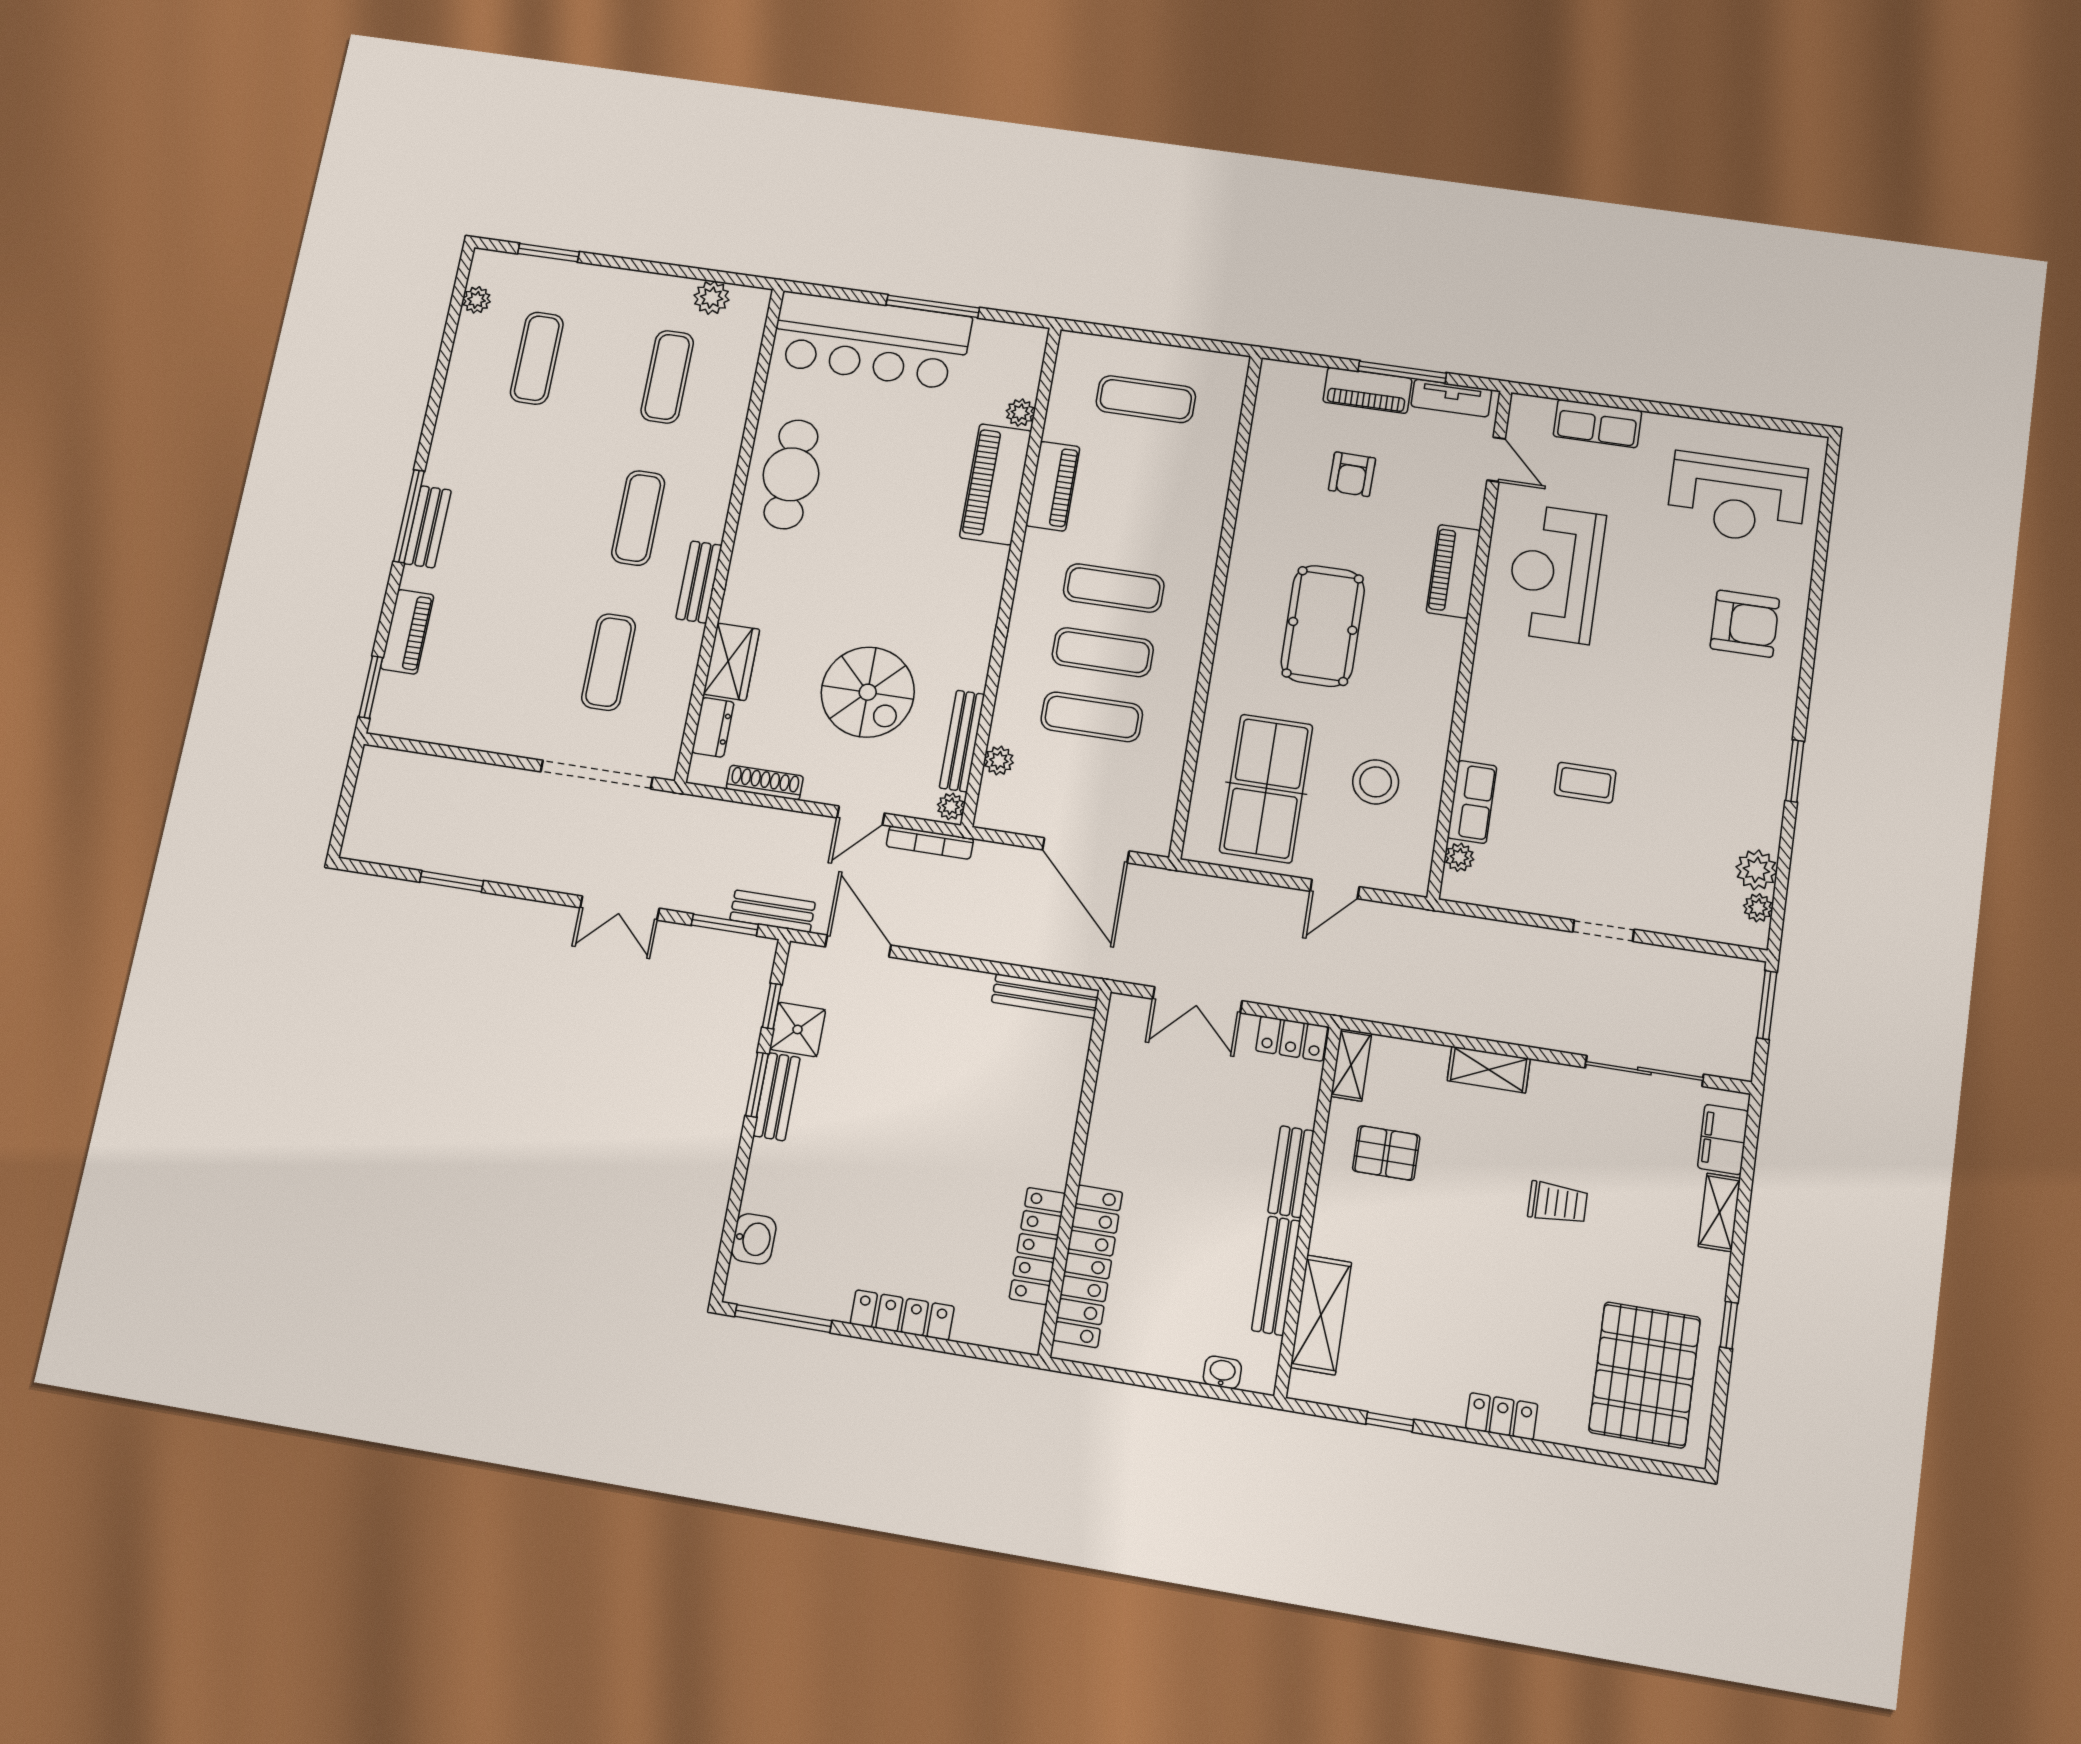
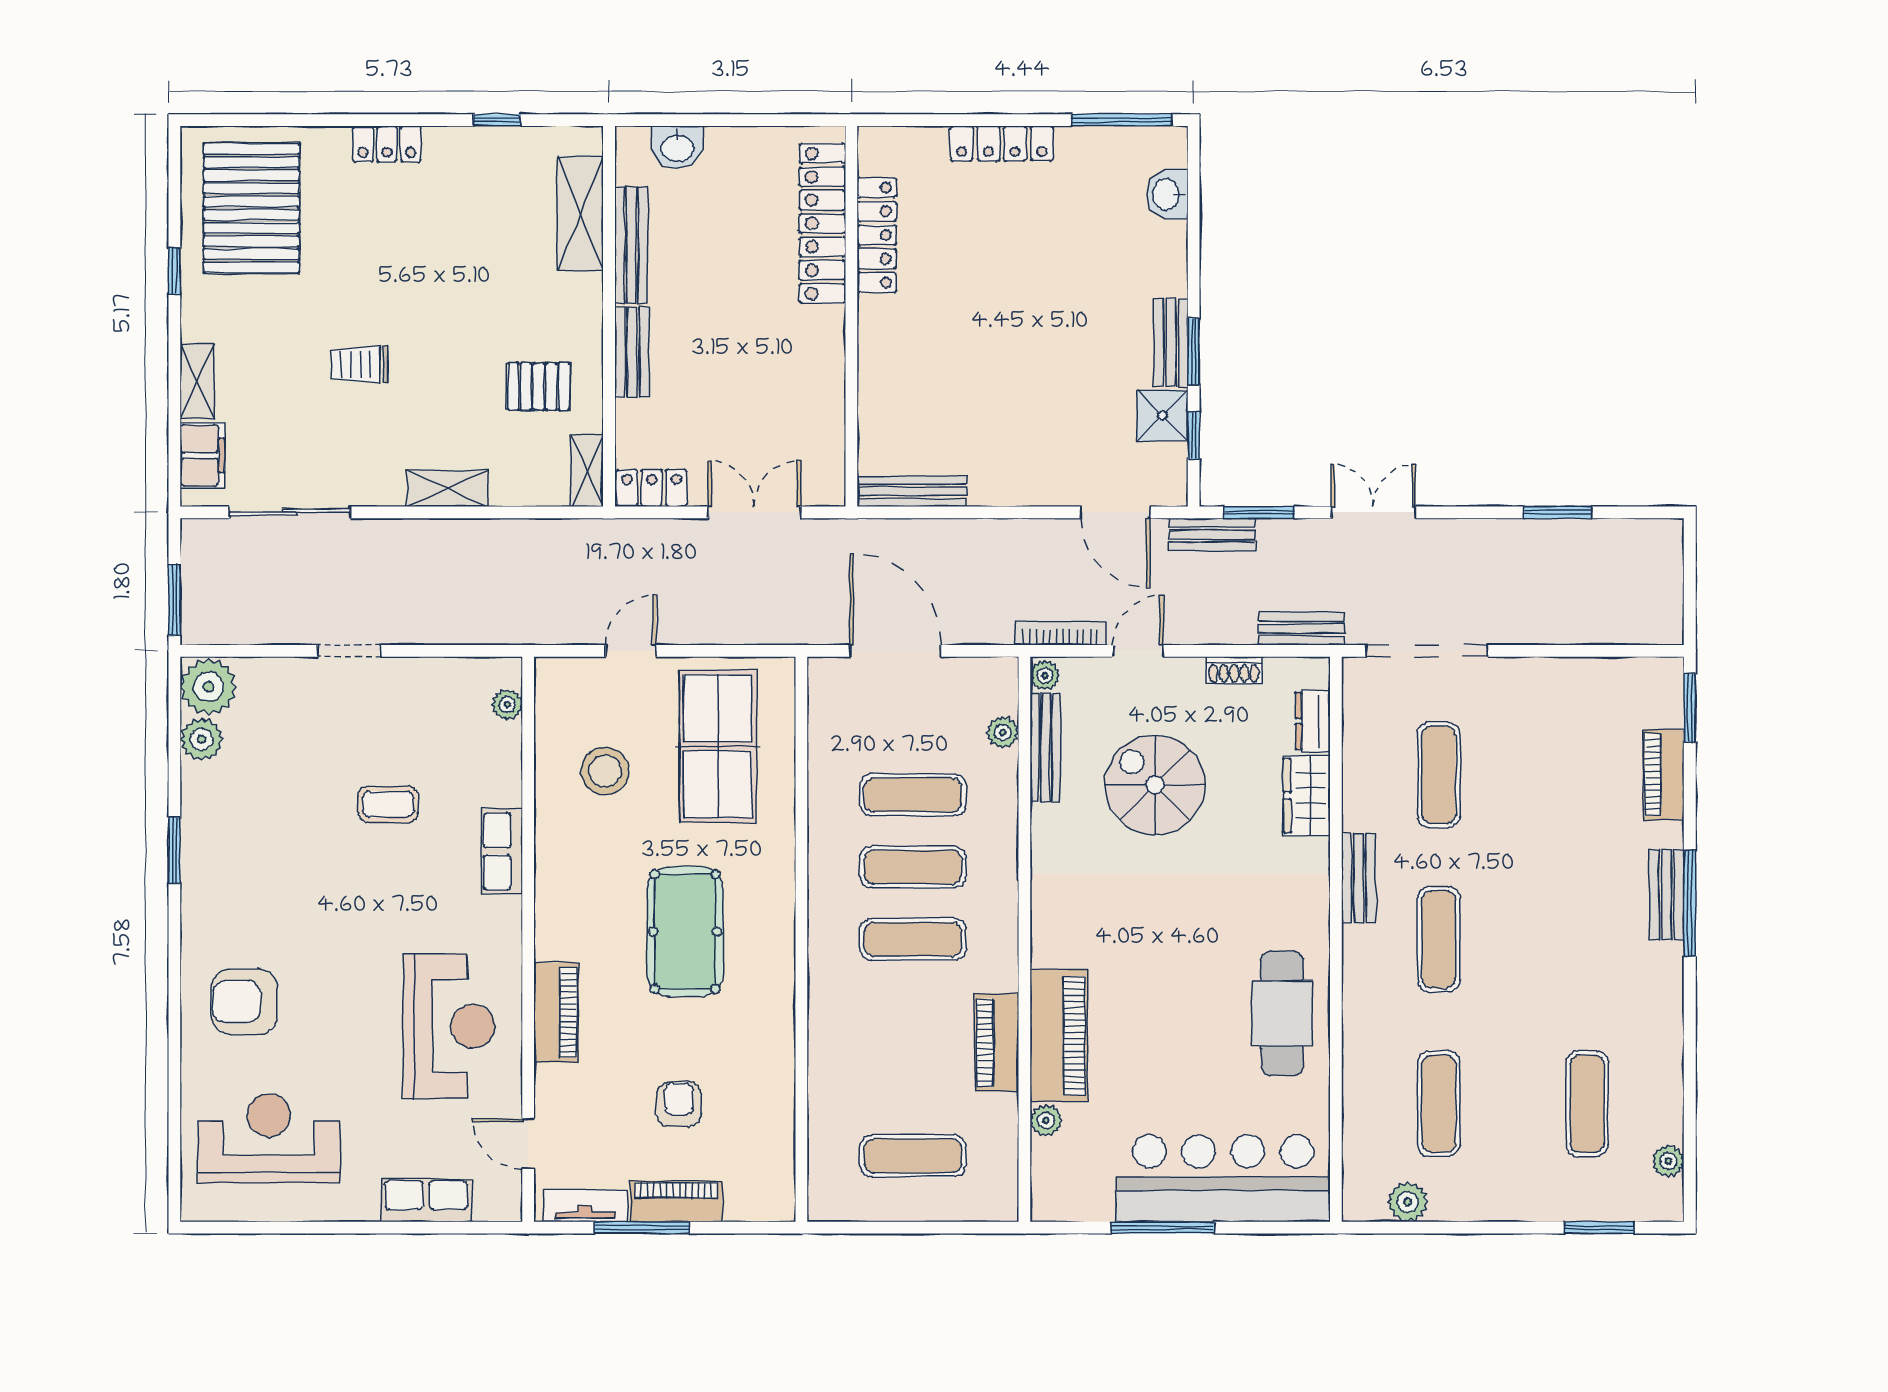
shoe rack: (765, 783) -> (1234, 670), width x0.70
row of seats: (1472, 802) -> (502, 851), moved
bench: (707, 812) -> (1302, 629), added
plant: (1758, 908) -> (208, 687), width x1.88, depth x1.88
washbasin: (1222, 1372) -> (677, 147), width x1.38, depth x1.45

